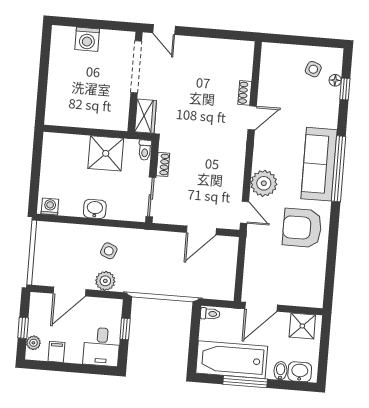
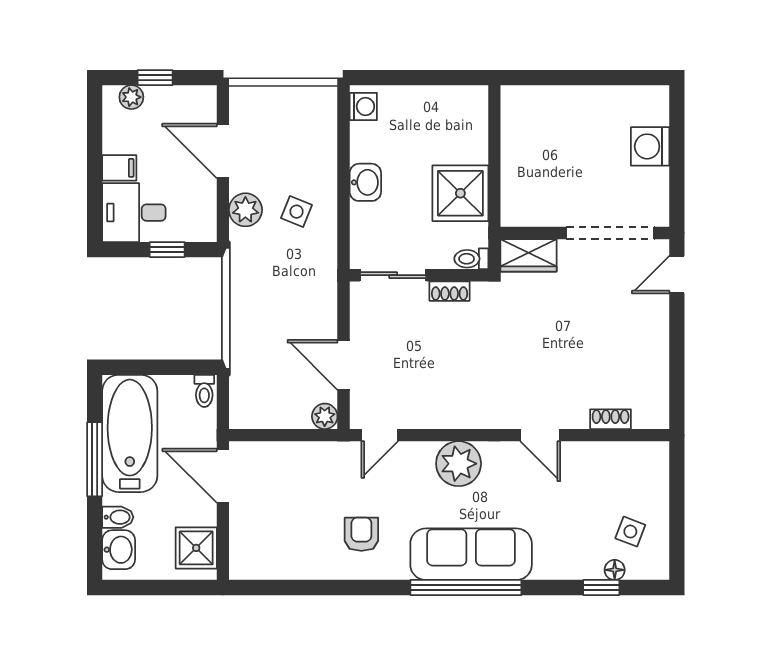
shoe rack: (245, 93) -> (611, 419), moved
plant: (264, 183) -> (459, 464), moved
armchair: (302, 228) -> (361, 534), width x0.53, depth x0.53
plant: (231, 244) -> (325, 416), added
filing cabinet: (56, 352) -> (119, 168), moved

